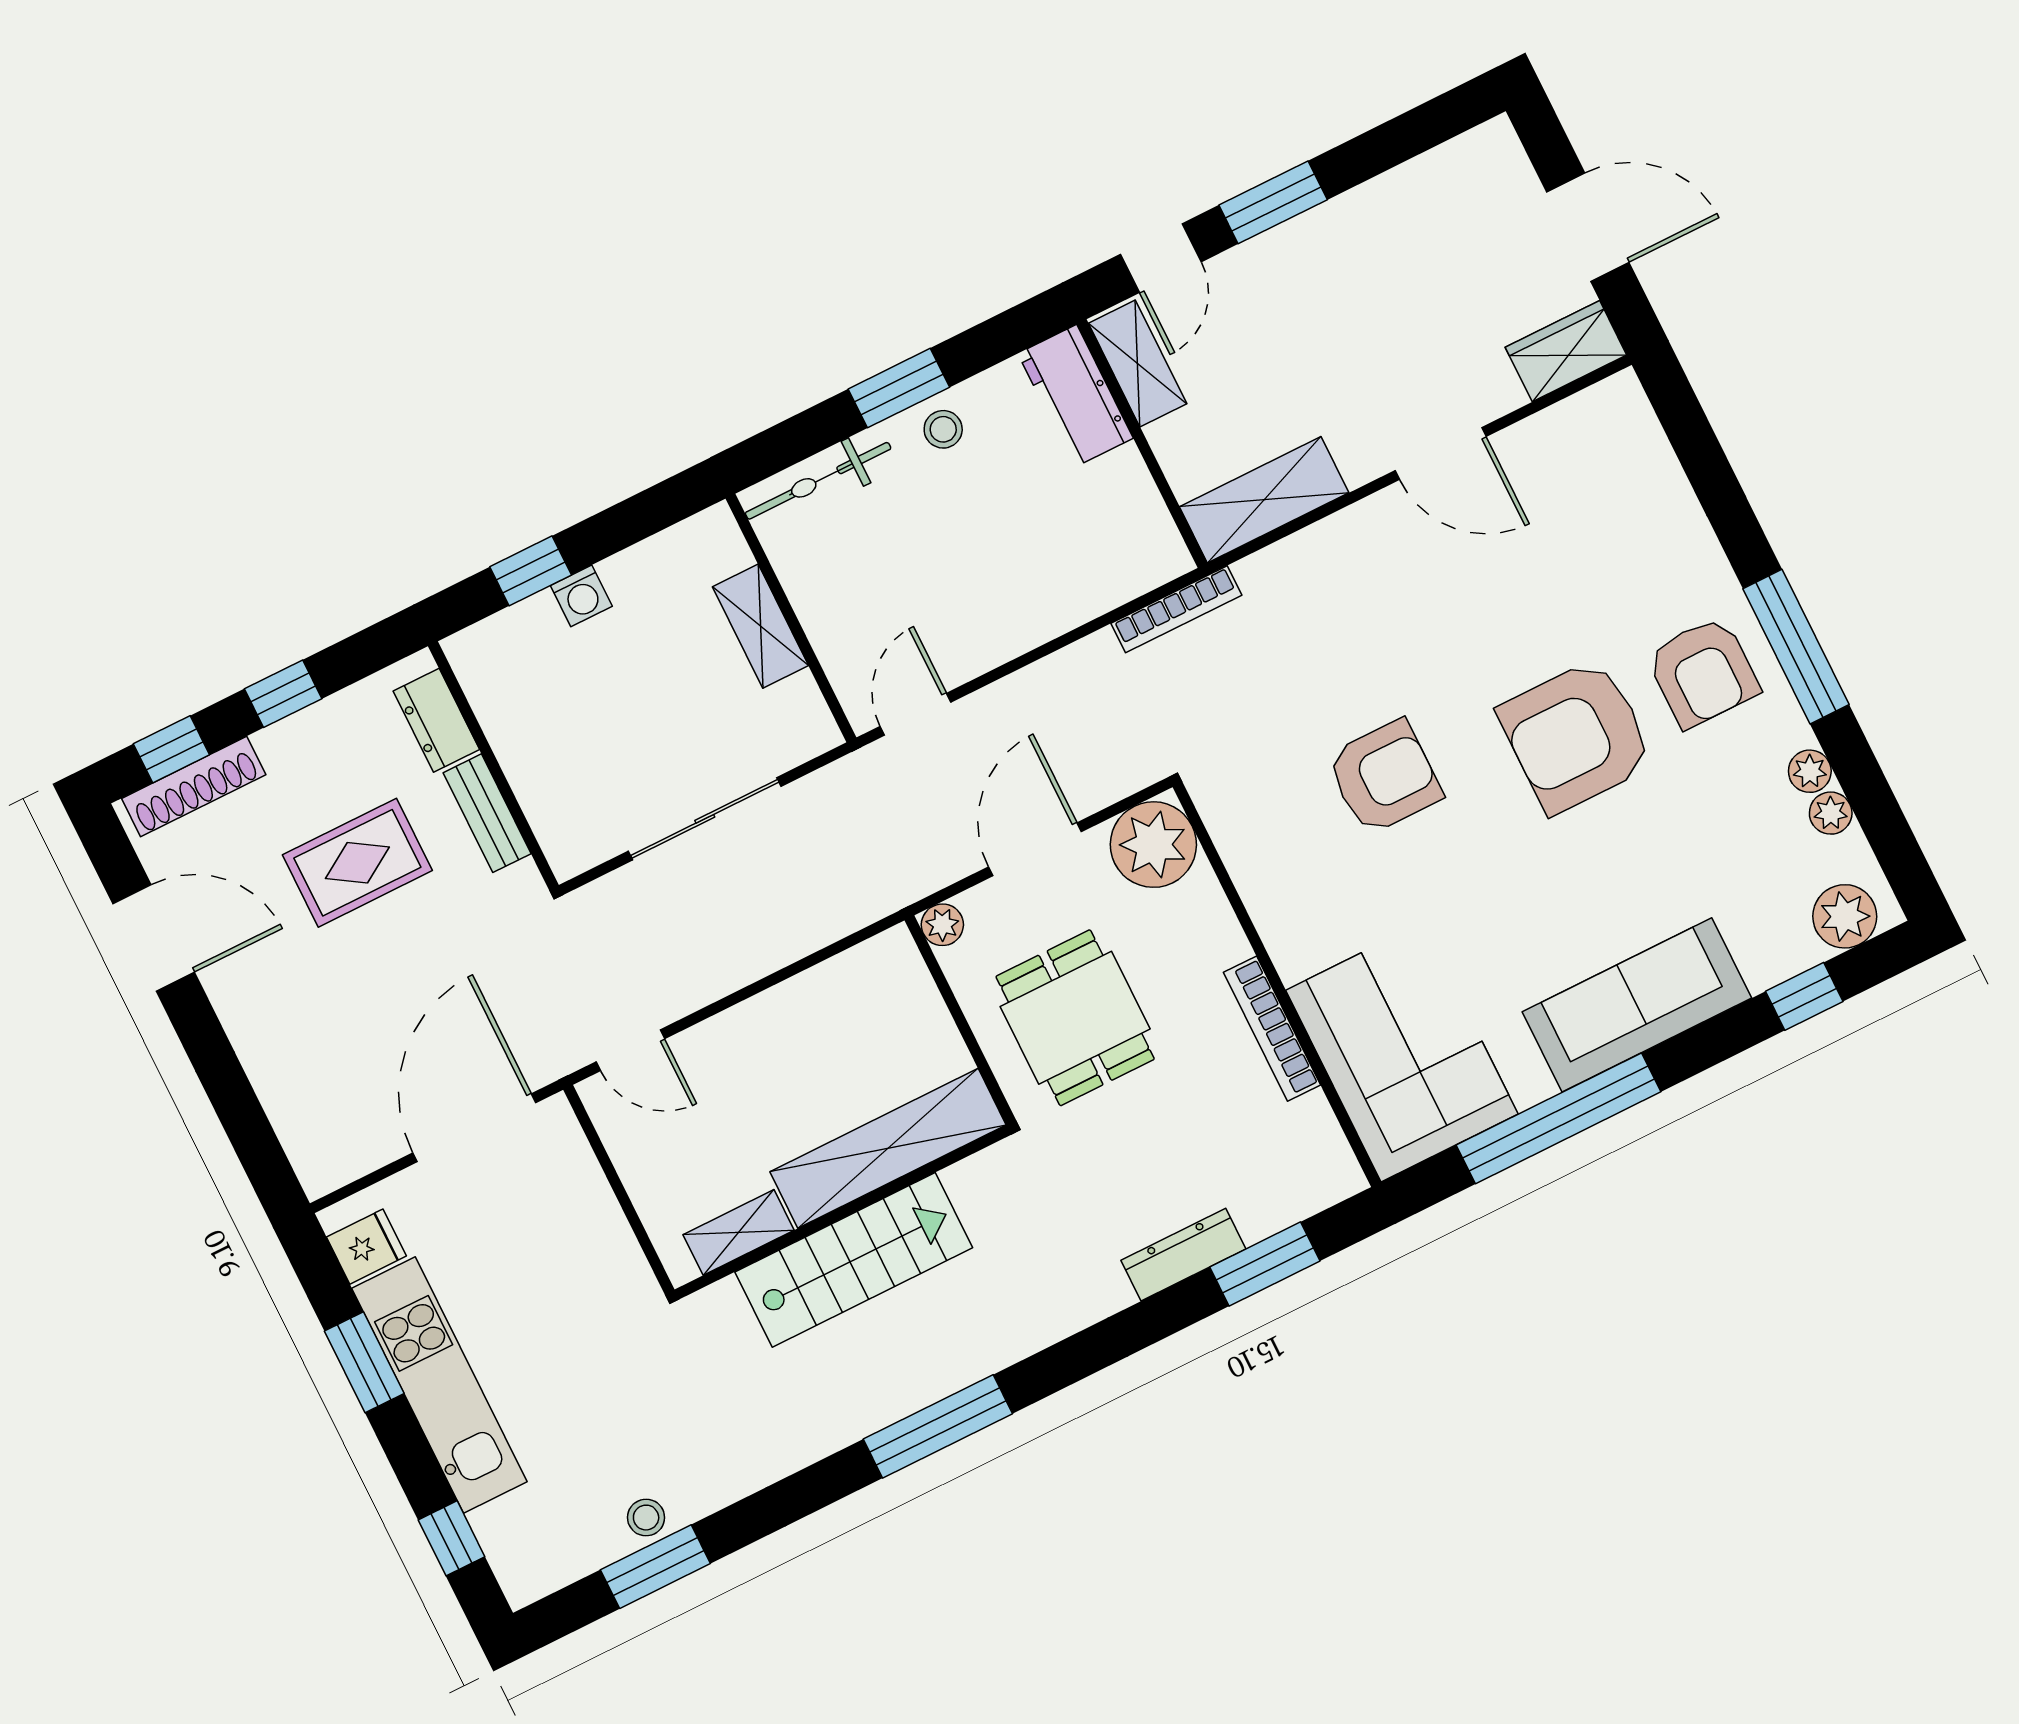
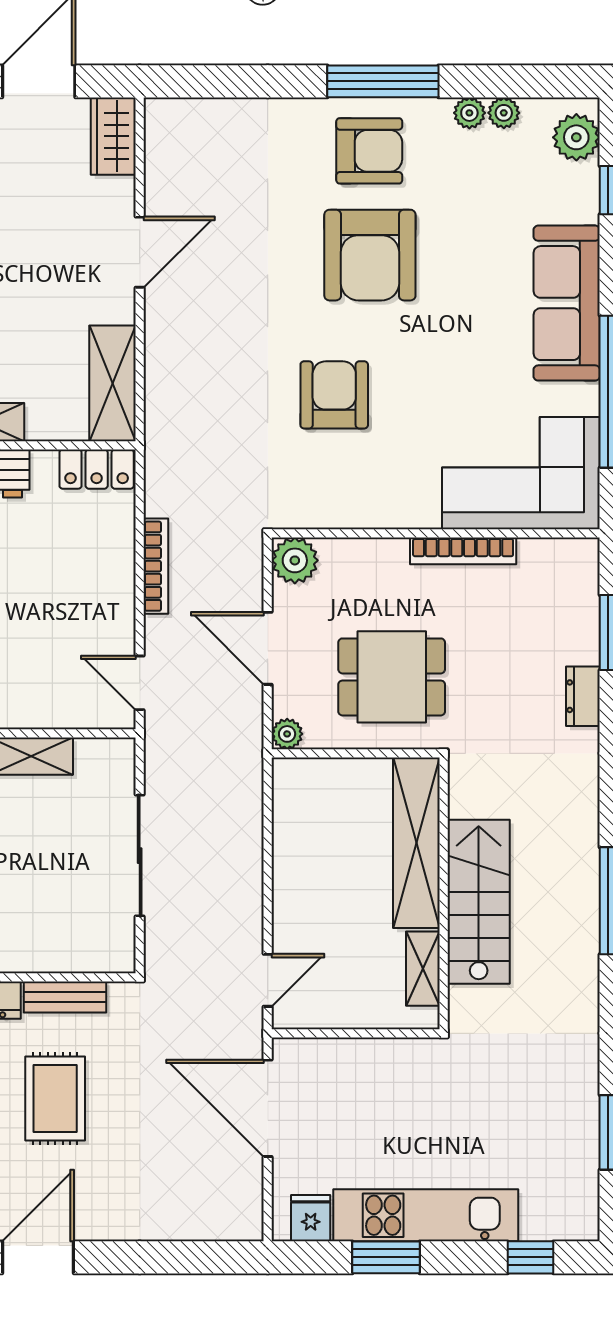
locker: (1150, 532) -> (97, 469), added
bookcase: (1176, 609) -> (156, 566), moved
plant: (1153, 845) -> (295, 560), width x0.73, depth x0.73
dresser: (1183, 1255) -> (583, 696), width x0.70
stool: (646, 1518) -> (580, 1123), removed

